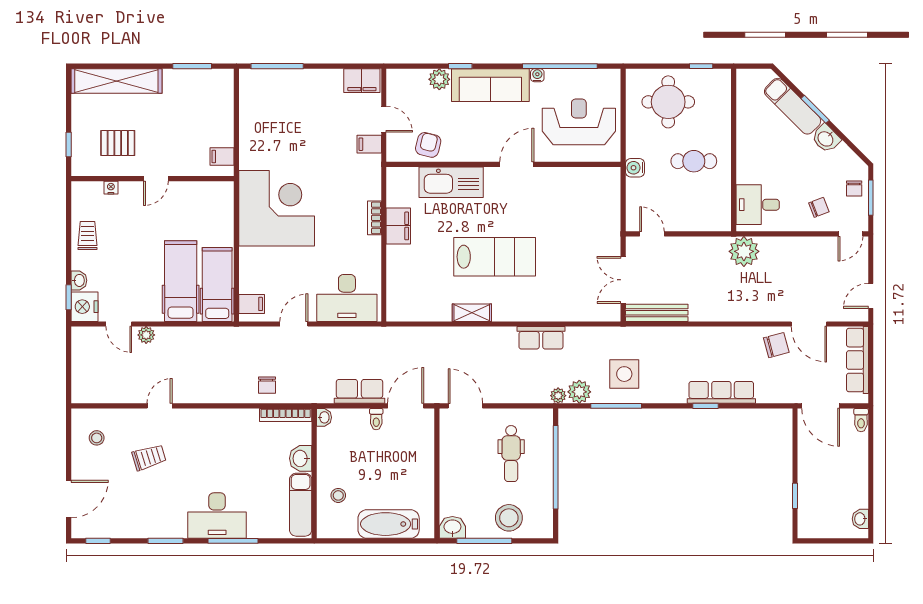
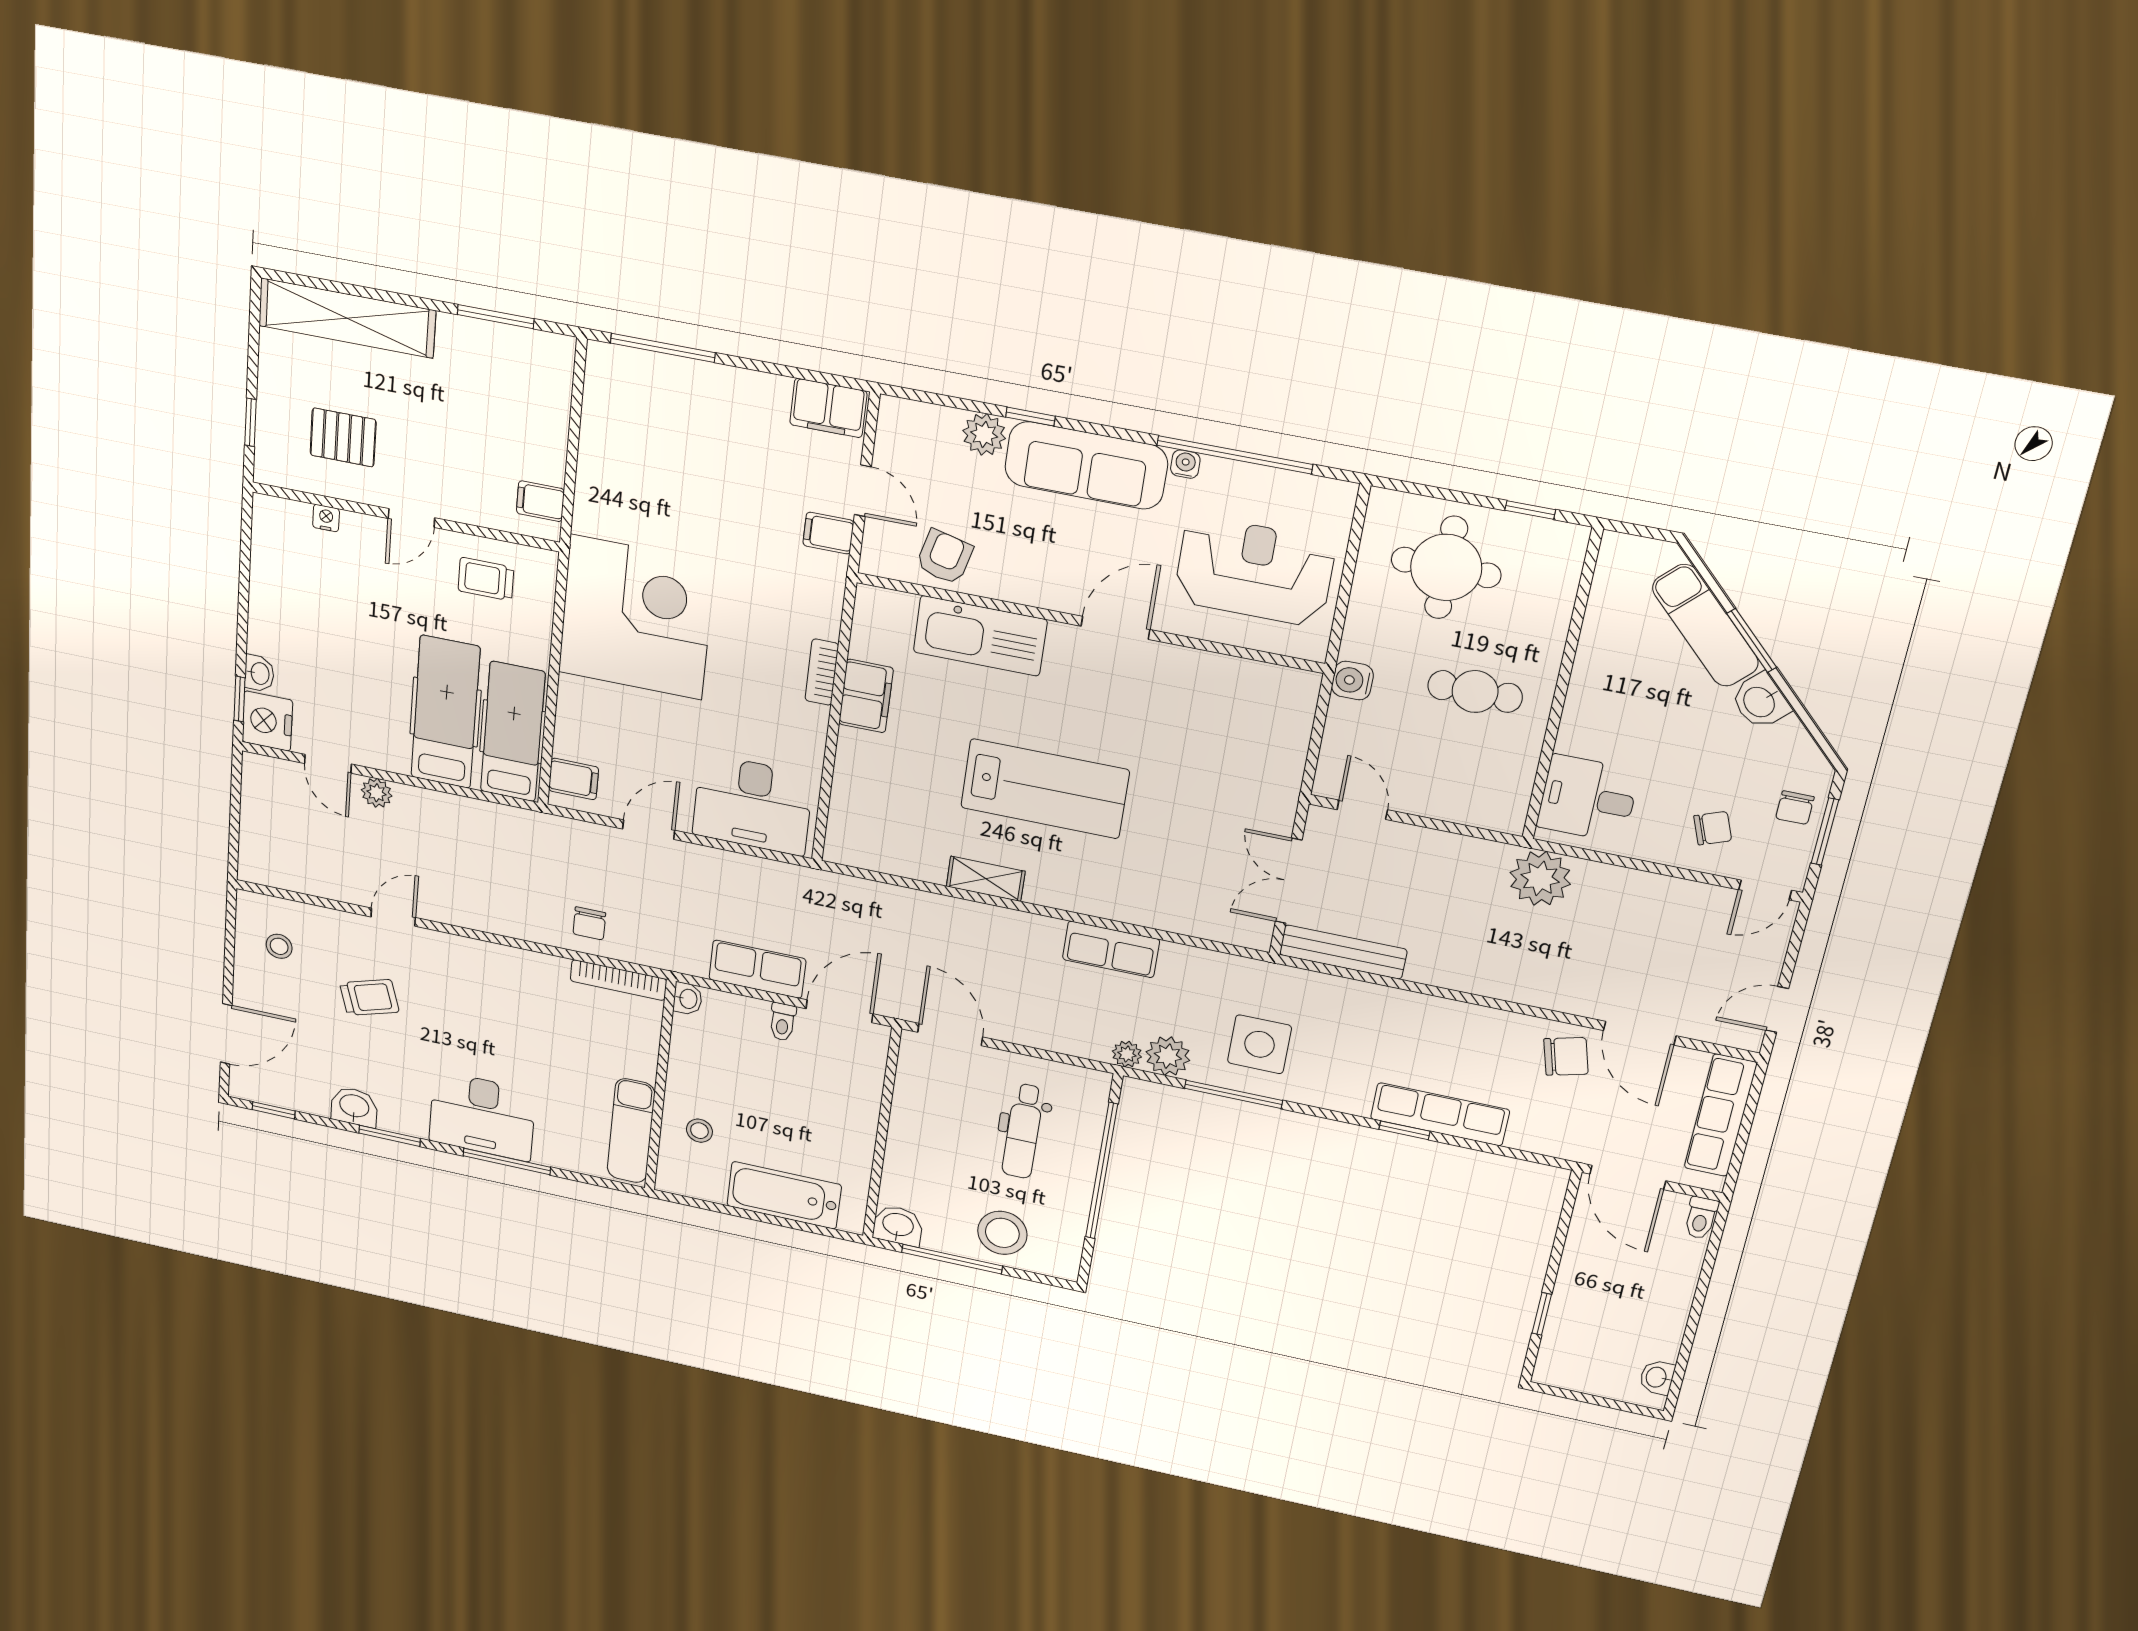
trolley: (87, 235) -> (486, 579), moved, turned -90
washbasin: (301, 458) -> (354, 1107), moved, turned 90

